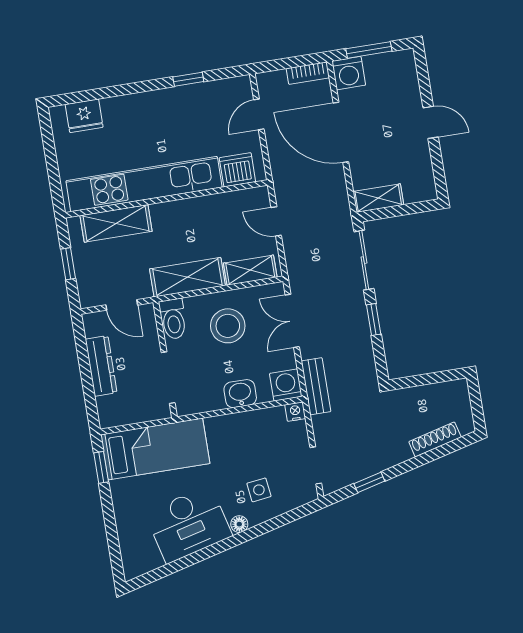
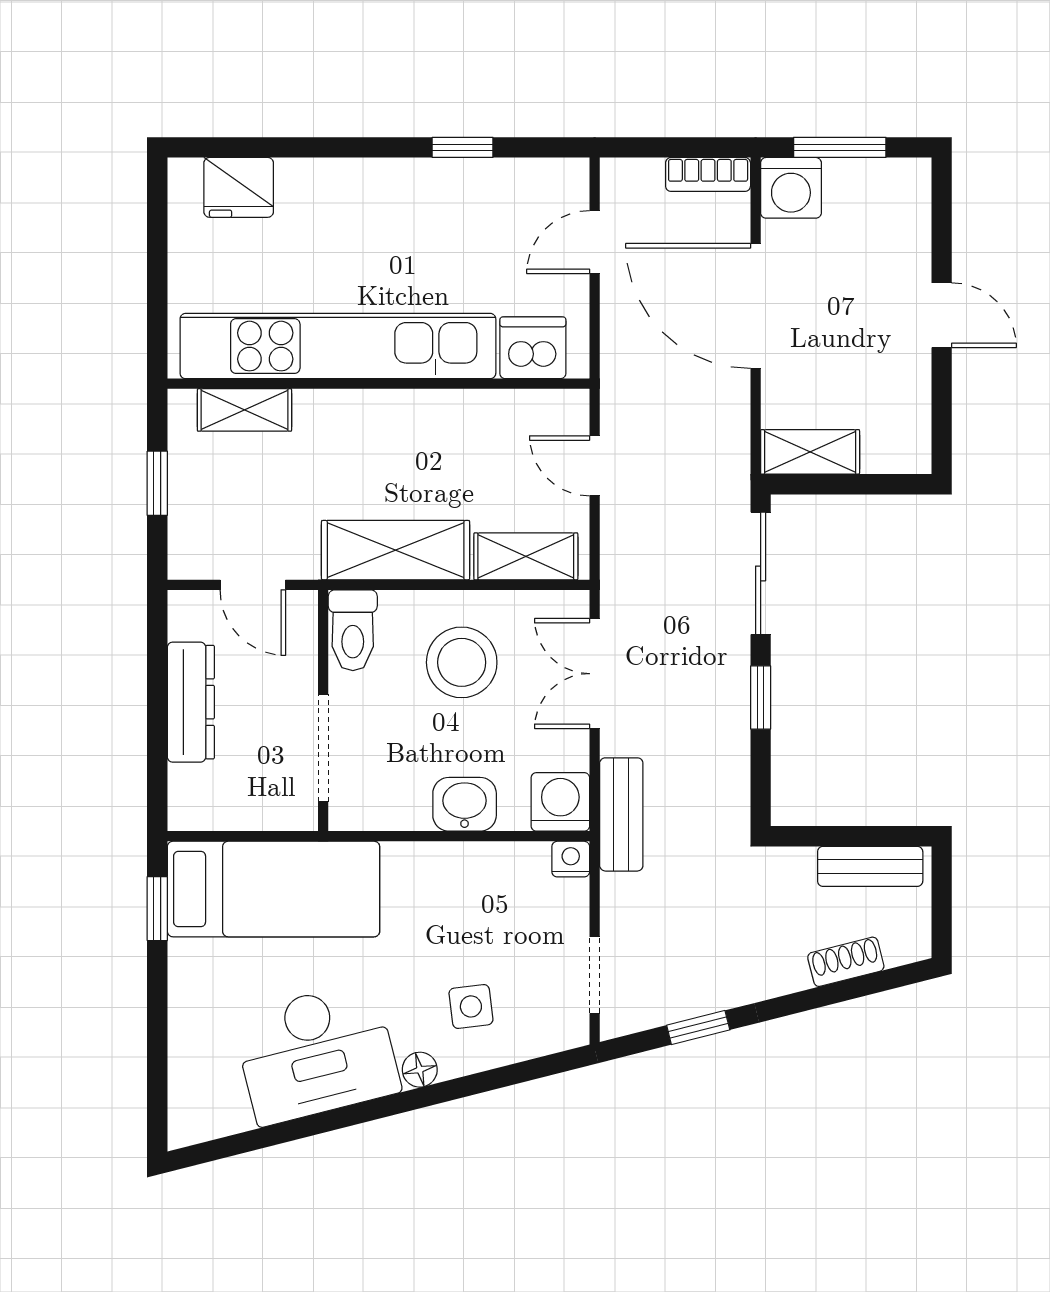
shelving: (116, 223) -> (244, 410), width x0.67, depth x0.75
bench: (439, 392) -> (870, 866), added
shoe rack: (435, 439) -> (846, 962), width x0.70

